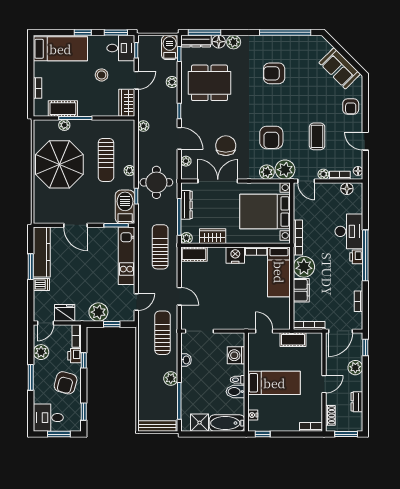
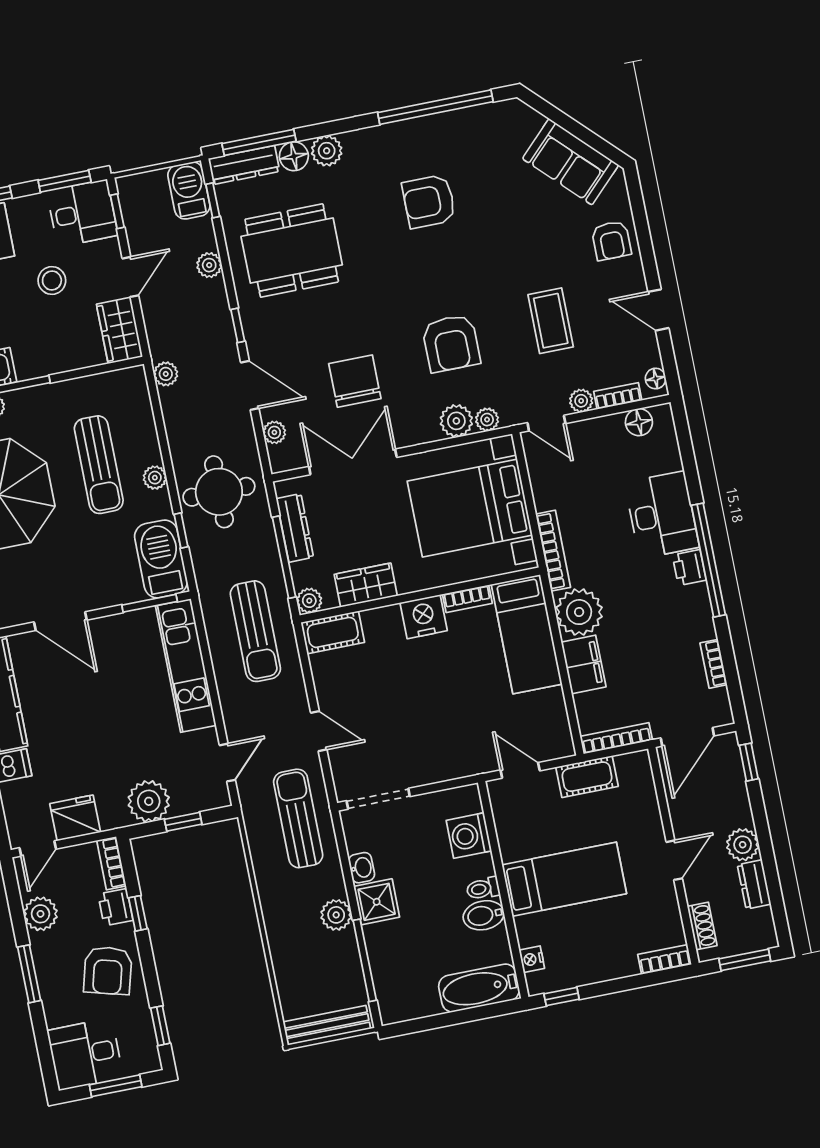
plant: (285, 170) -> (487, 420), width x0.53, depth x0.53
sun lounger: (160, 247) -> (255, 631), turned 180
plant: (355, 368) -> (743, 845), moved
shower: (200, 423) -> (377, 902), moved

